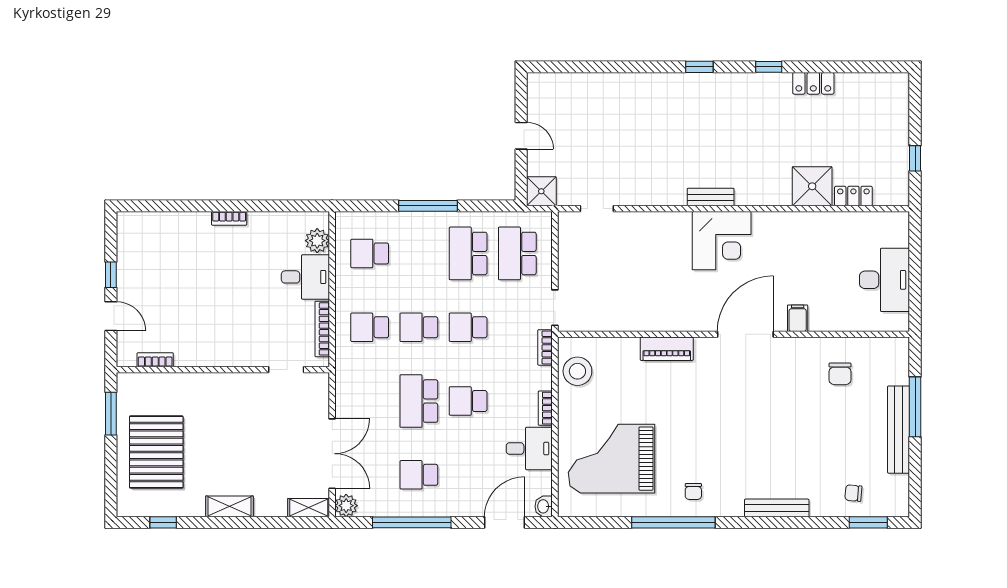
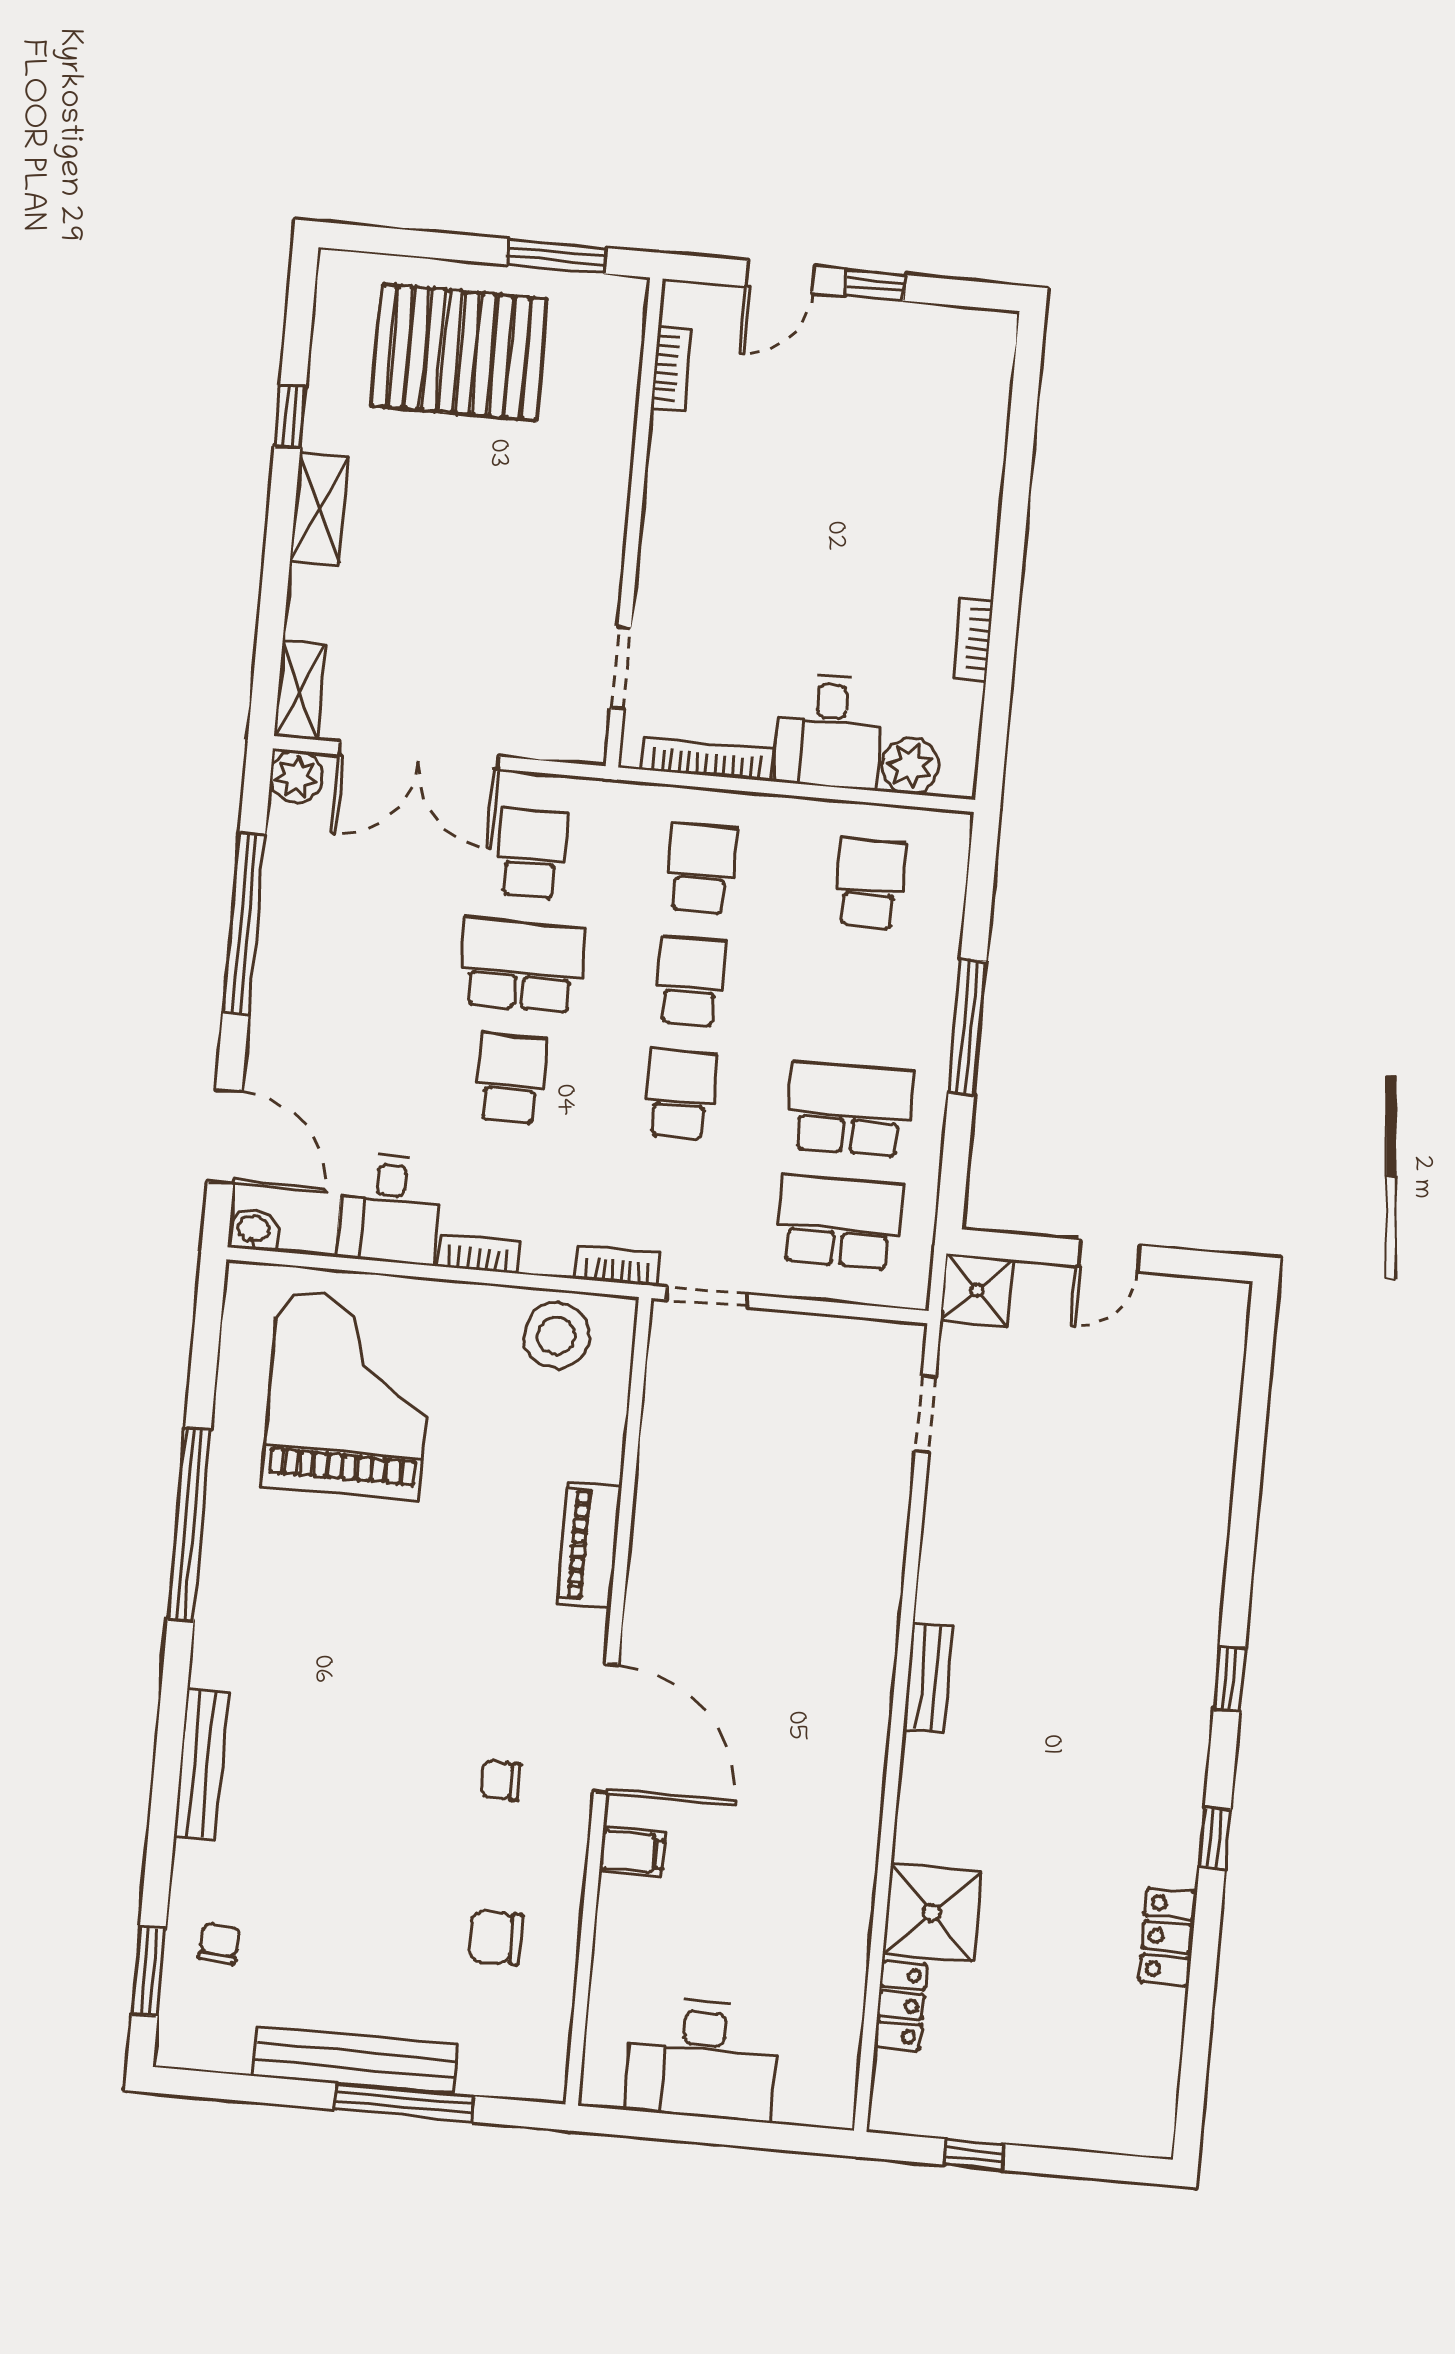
bookcase: (229, 218) -> (974, 639), moved
corner desk: (722, 241) -> (826, 1694), removed
school desk: (419, 475) -> (531, 853), moved
chair: (693, 491) -> (501, 1780), moved
window: (163, 522) -> (290, 416), moved

